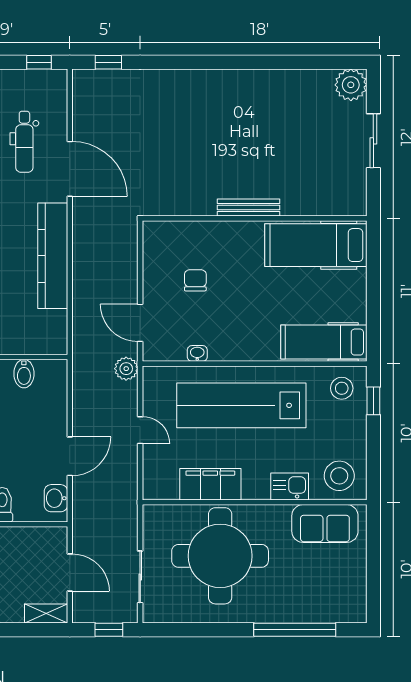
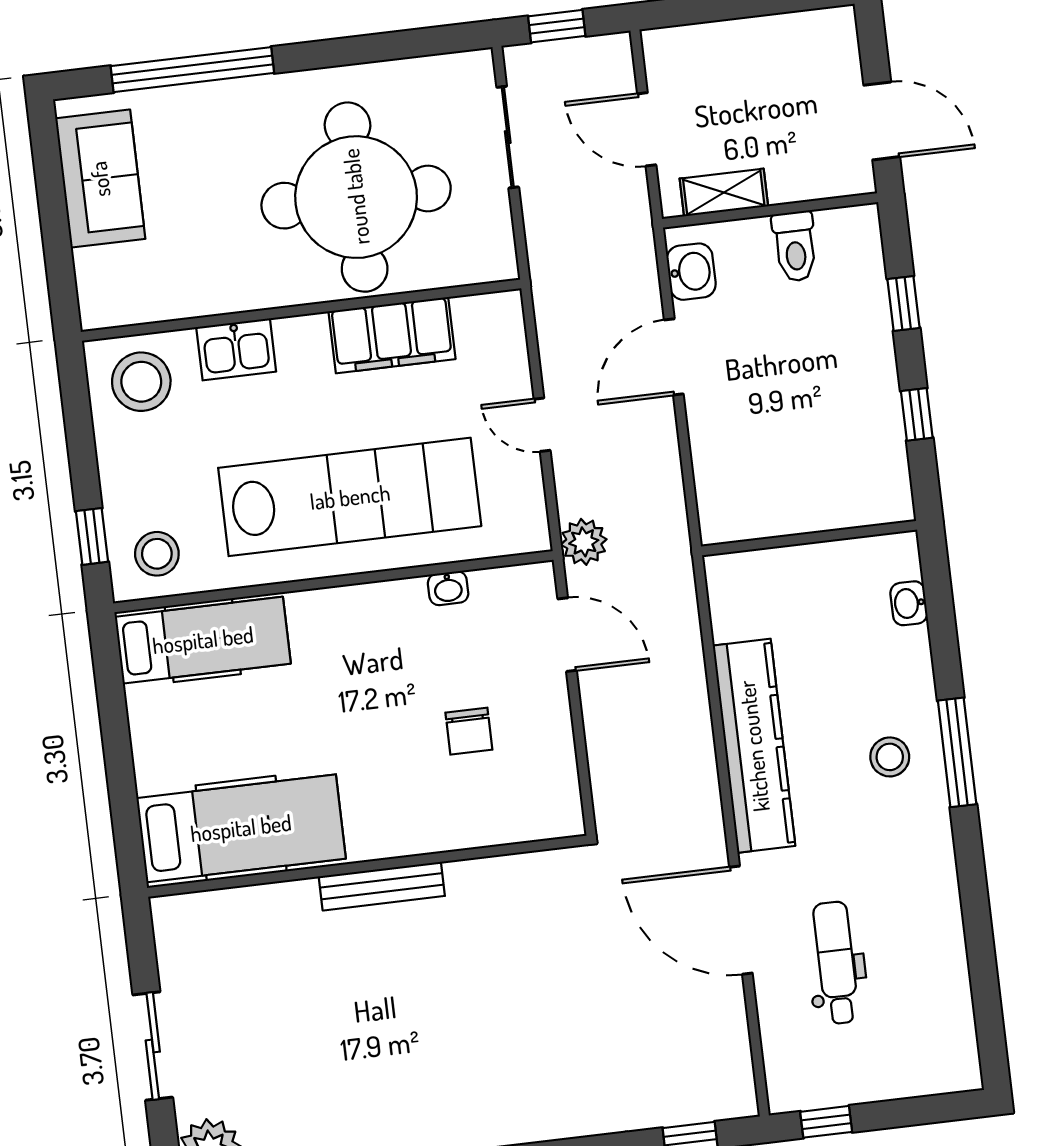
bidet: (24, 374) -> (783, 508), removed
sofa: (325, 524) -> (100, 179), moved, turned 90
shelving: (46, 614) -> (724, 192), moved

